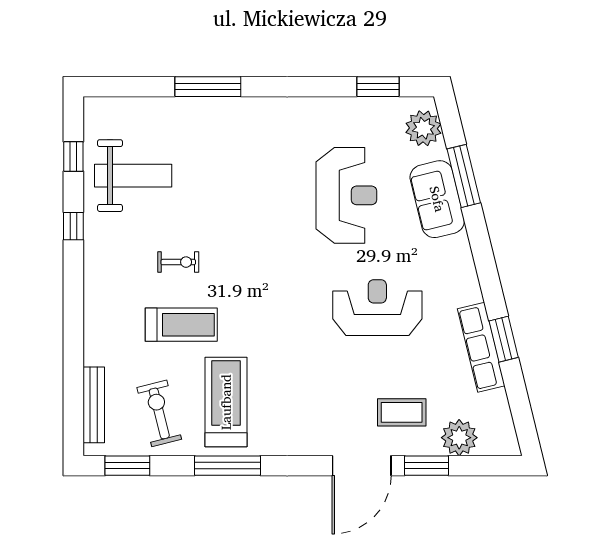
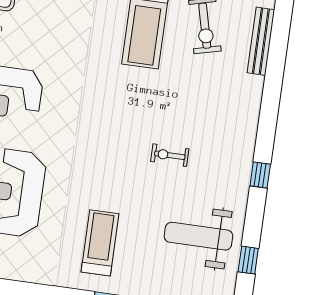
window: (73, 226) -> (260, 175), moved
treadmill: (181, 325) -> (100, 243), moved, turned 90

